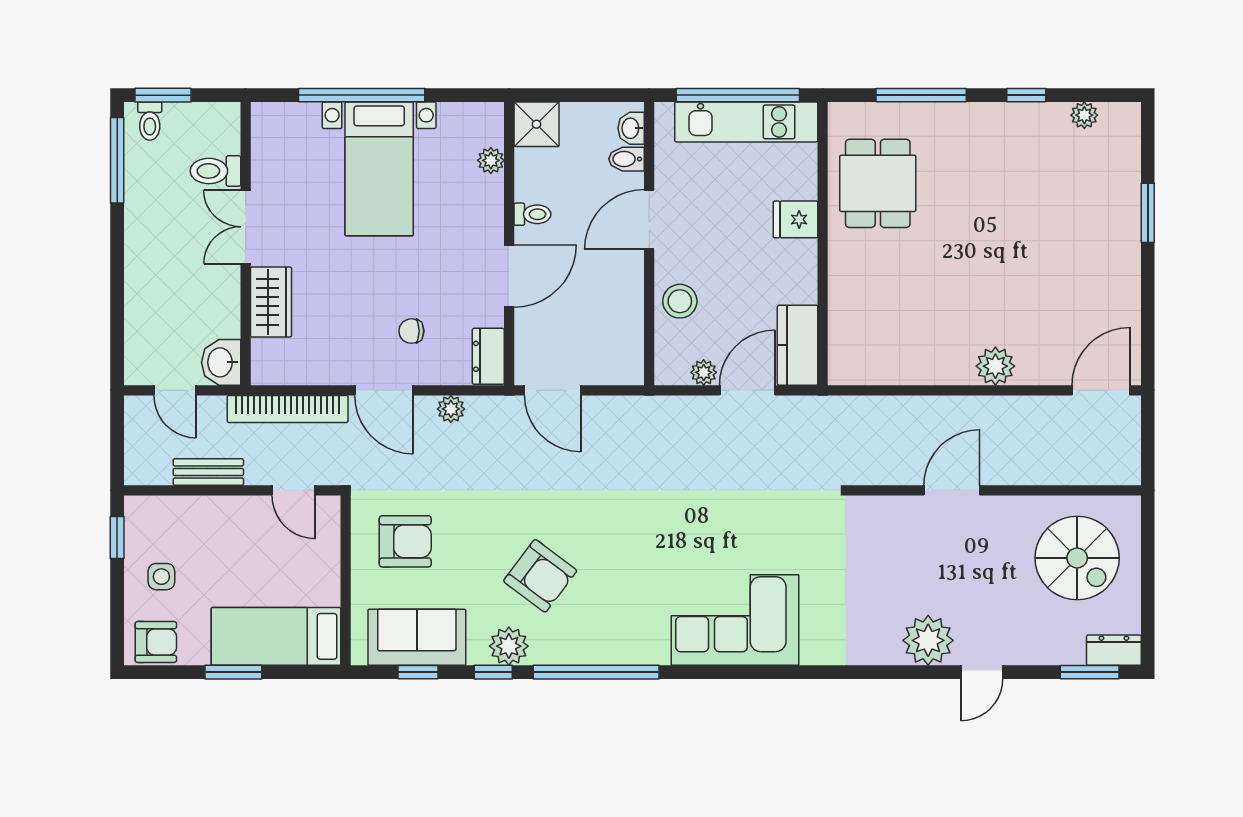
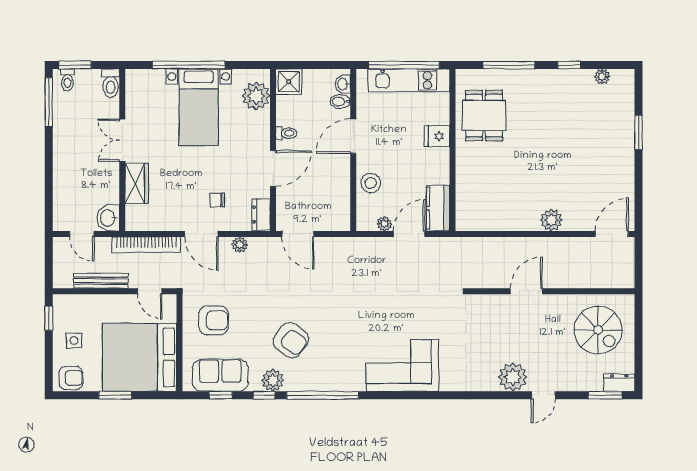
plant: (491, 160) -> (256, 96), width x1.88, depth x1.88
toilet: (215, 171) -> (111, 83), moved, turned -90
bench: (208, 472) -> (101, 281), width x1.36
bed: (276, 636) -> (140, 357), width x2.04

